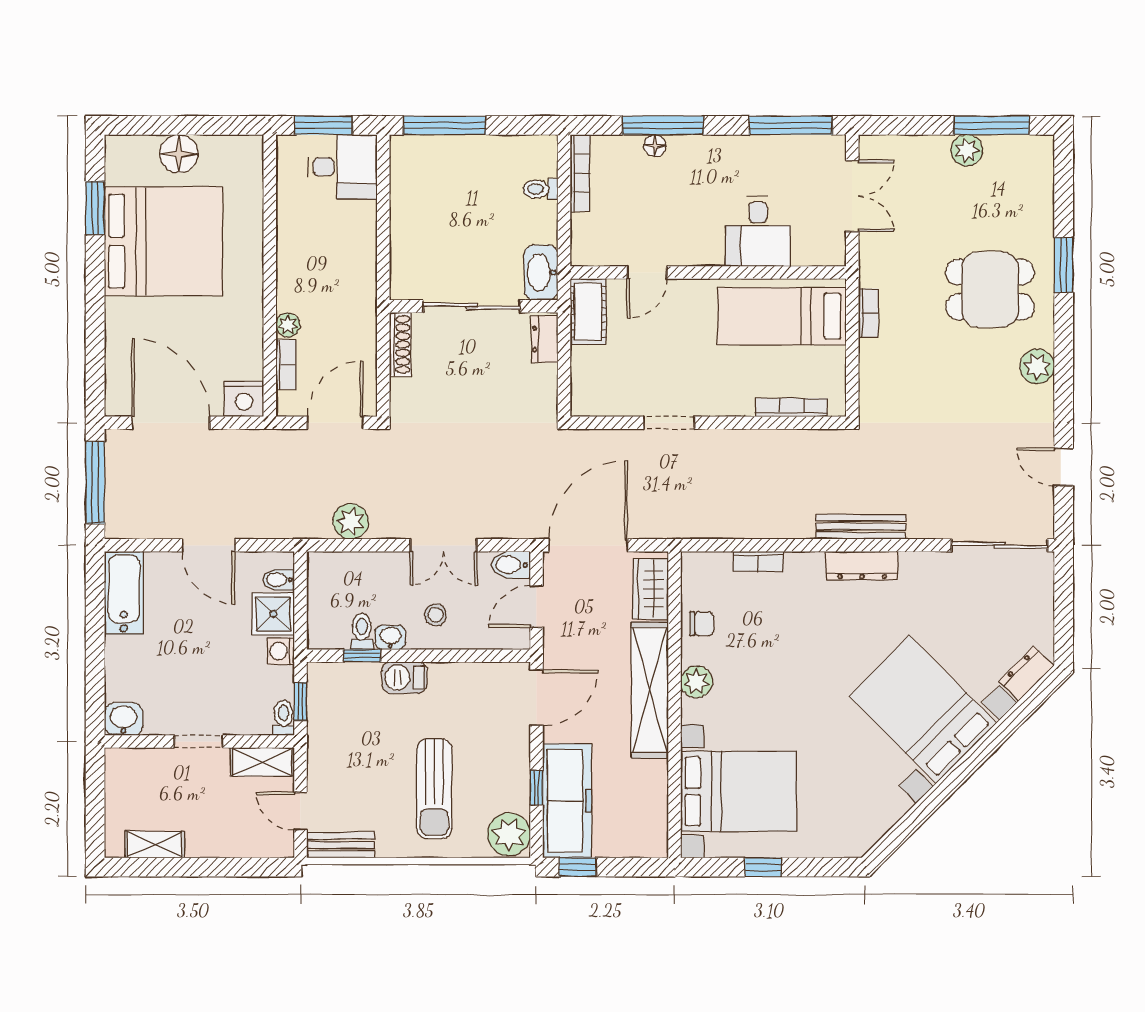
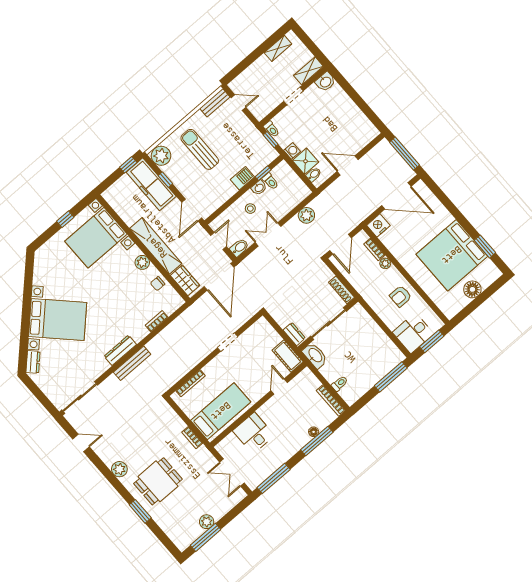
armchair: (310, 247) -> (401, 296), added
bathtub: (124, 593) -> (362, 125), removed
shelving: (262, 762) -> (308, 71), moved

